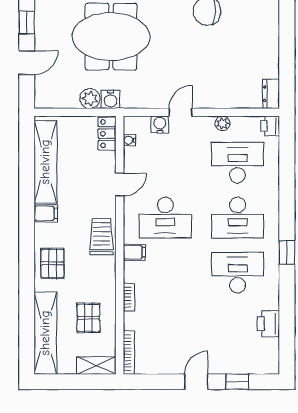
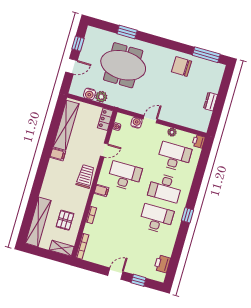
dresser: (271, 94) -> (210, 102), moved
water cooler: (111, 99) -> (89, 94), moved
desk: (165, 218) -> (125, 176), turned 180
pallet: (52, 263) -> (53, 184), removed
printer: (268, 324) -> (162, 264), moved

